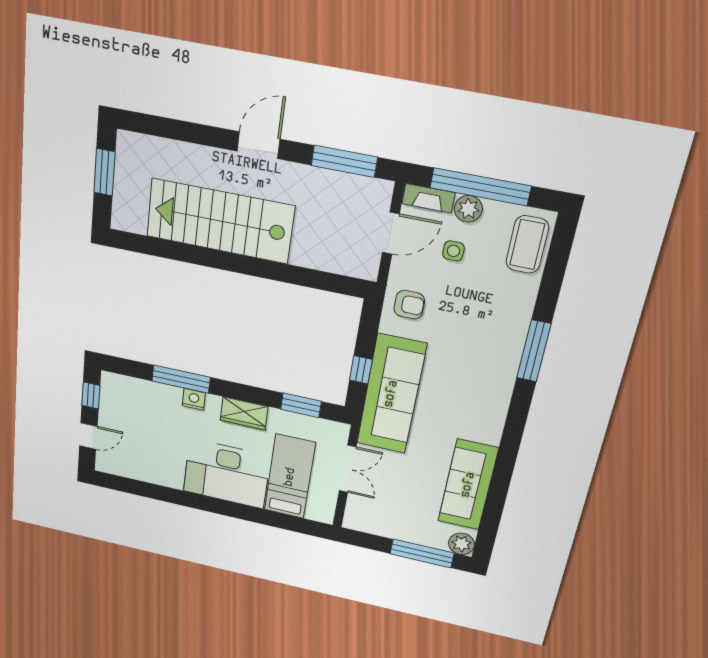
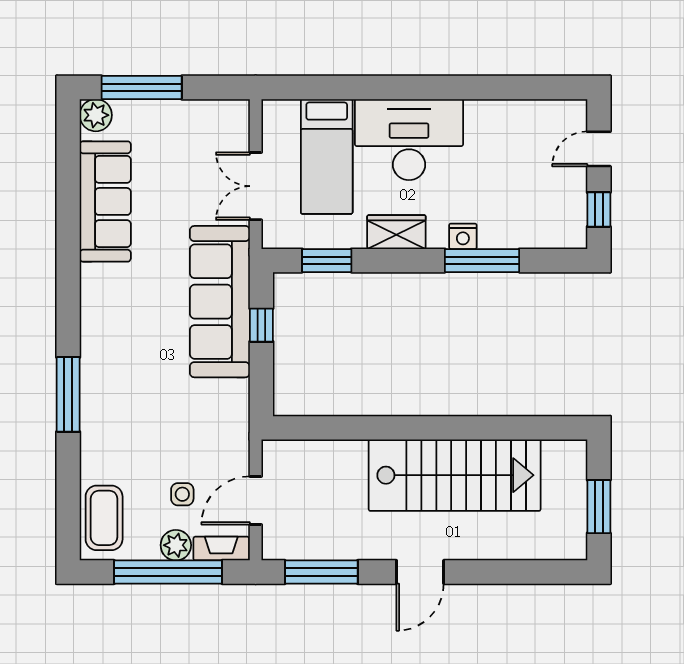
armchair: (409, 305) -> (219, 420), removed

